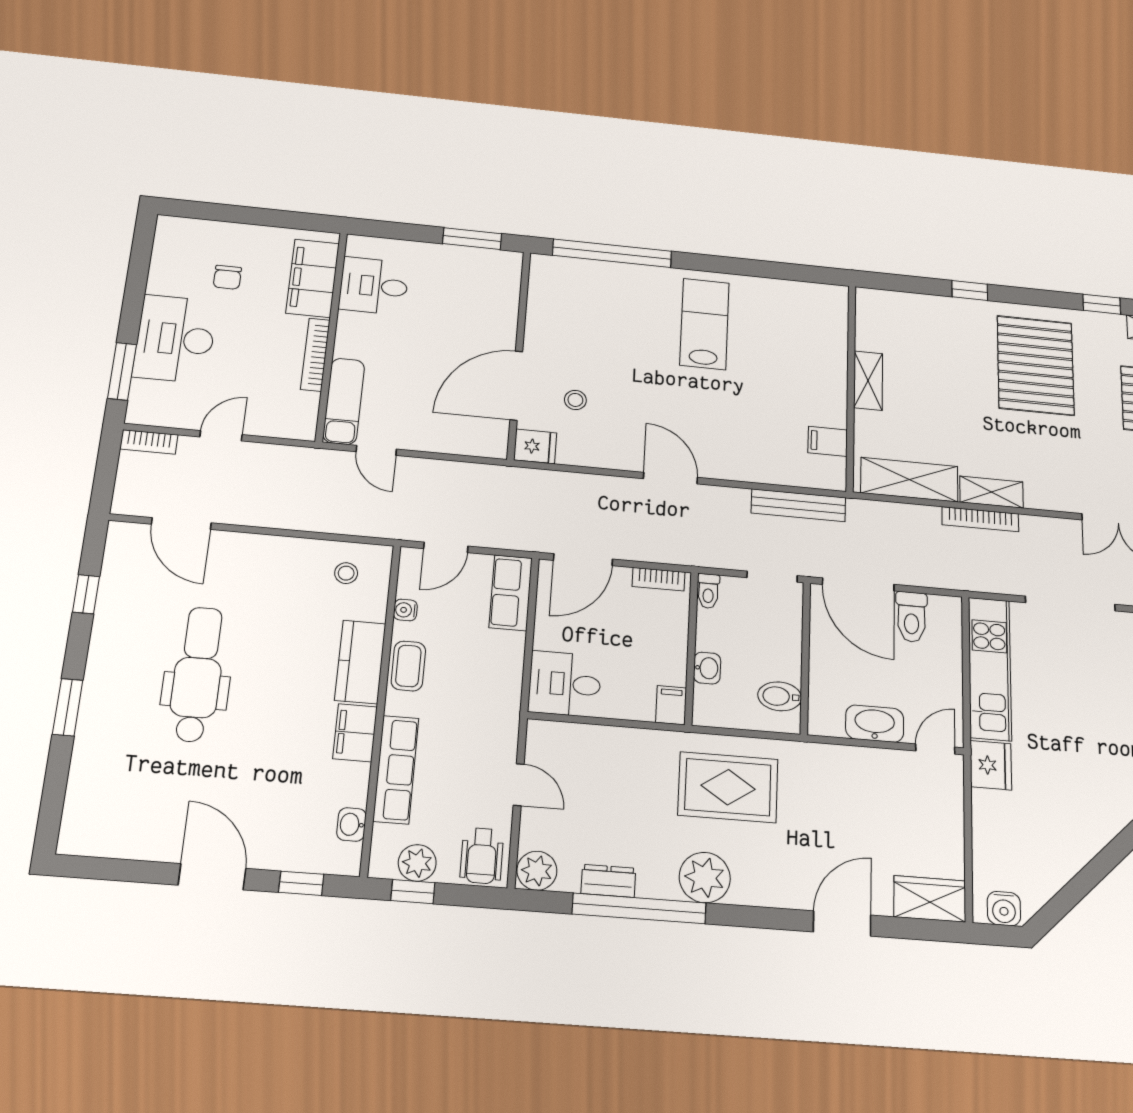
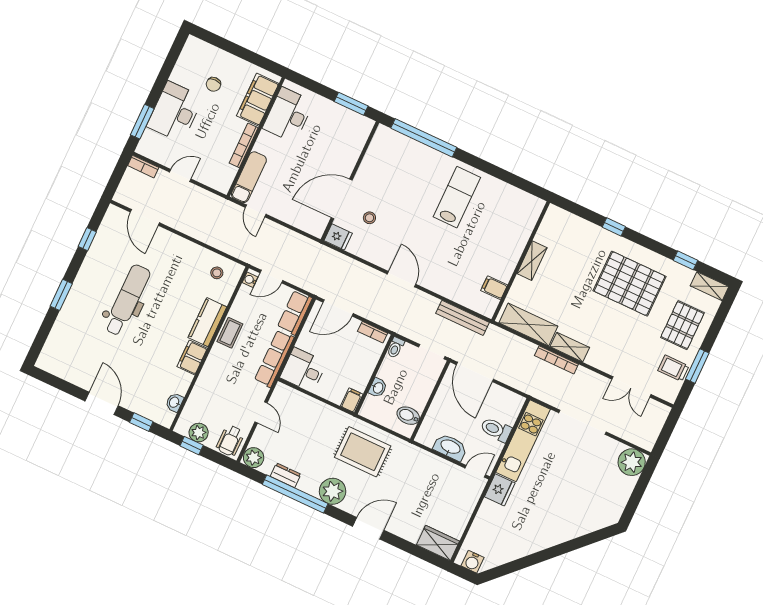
desk: (374, 286) -> (288, 115), width x1.37
pallet: (1036, 365) -> (630, 284), turned 90
water cooler: (405, 610) -> (250, 280), moved
toilet: (911, 617) -> (496, 430), moved, turned 90
row of seats: (396, 769) -> (274, 359), moved, turned 180
door: (842, 923) -> (368, 528), moved

